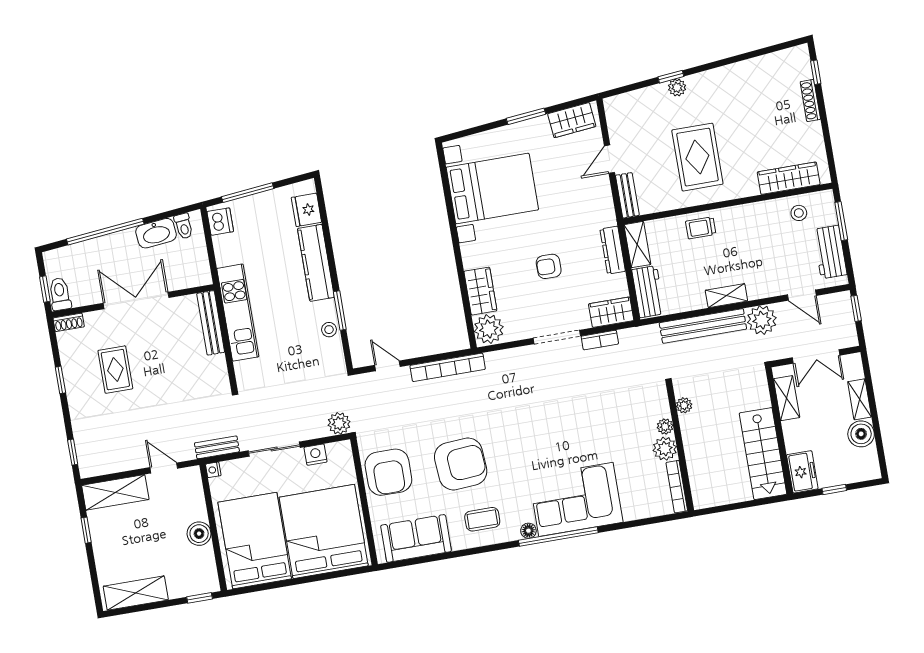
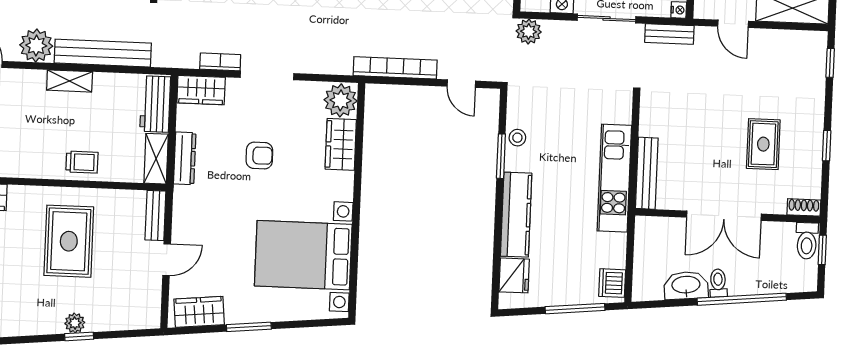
toilet: (184, 226) -> (718, 283), moved

